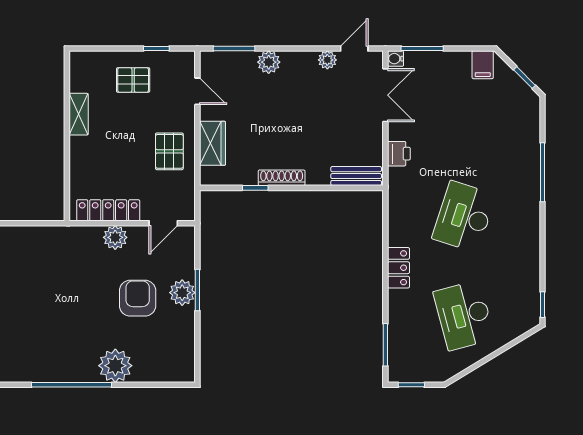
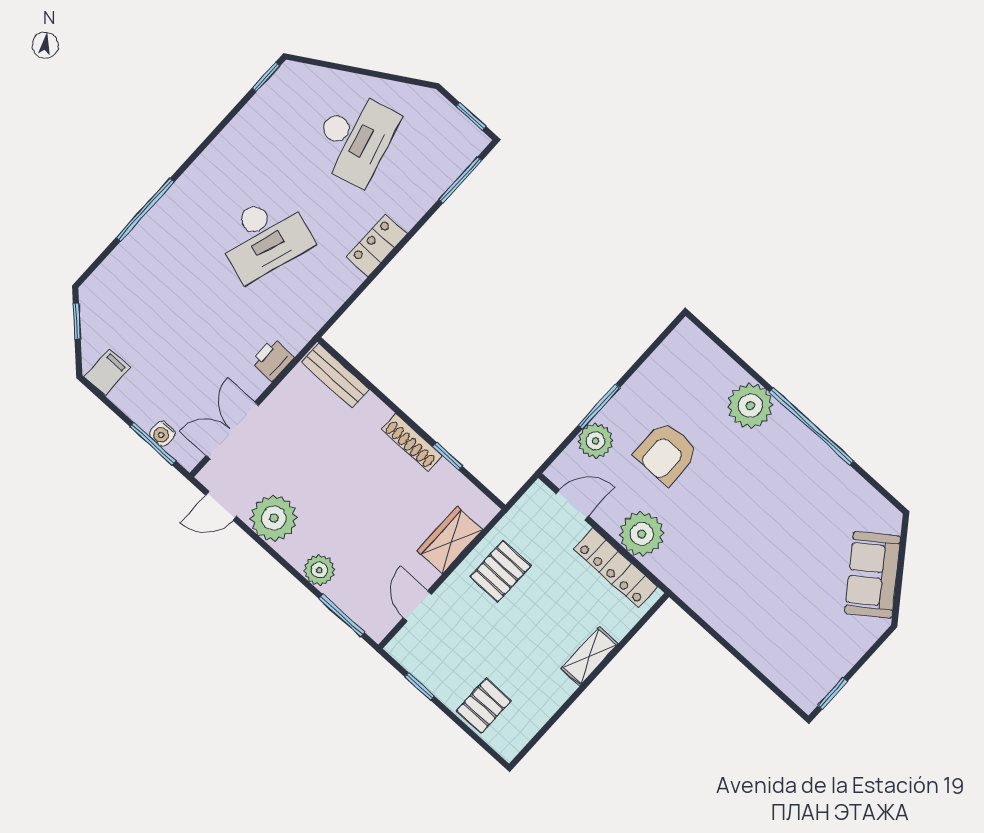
water cooler: (396, 59) -> (162, 434), moved, turned 90
plant: (327, 60) -> (274, 518), width x1.88, depth x1.88
pallet: (133, 80) -> (484, 706), moved, turned 90
shelving: (79, 114) -> (590, 656), moved
plant: (115, 237) -> (642, 534), width x1.36, depth x1.36
plant: (182, 293) -> (596, 441), moved

